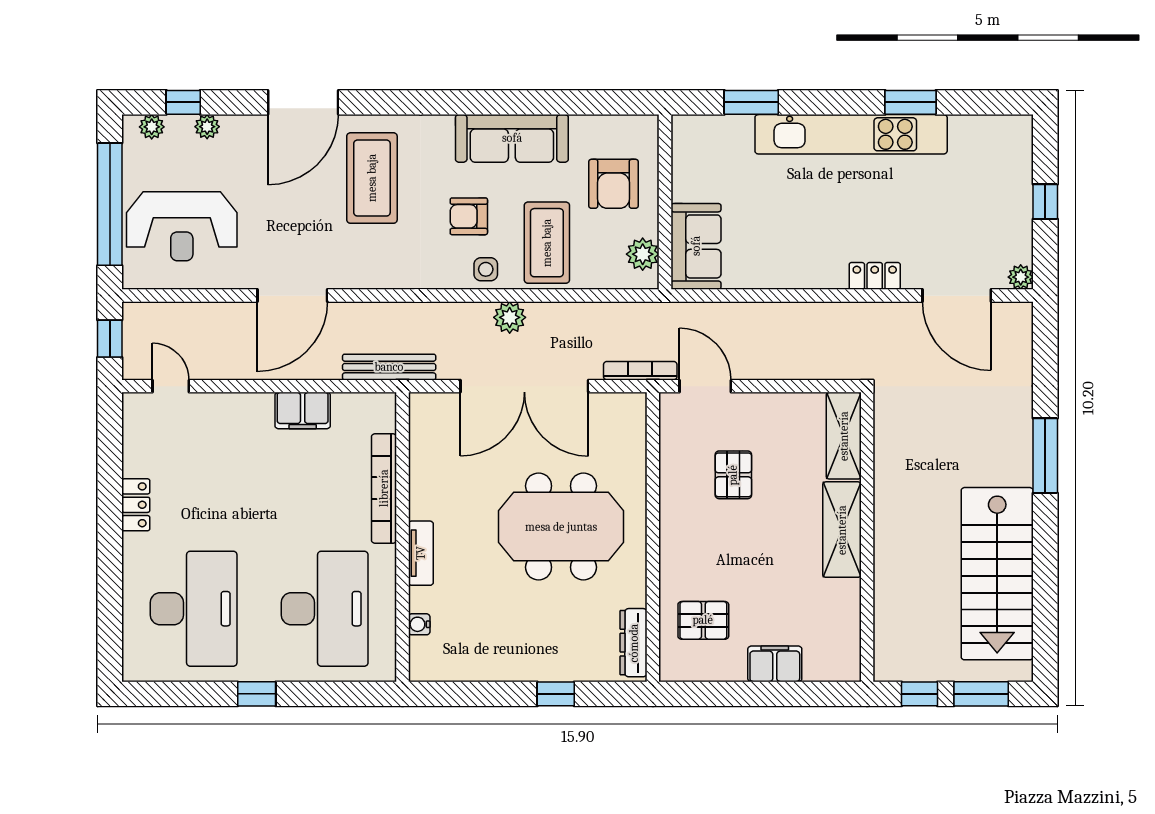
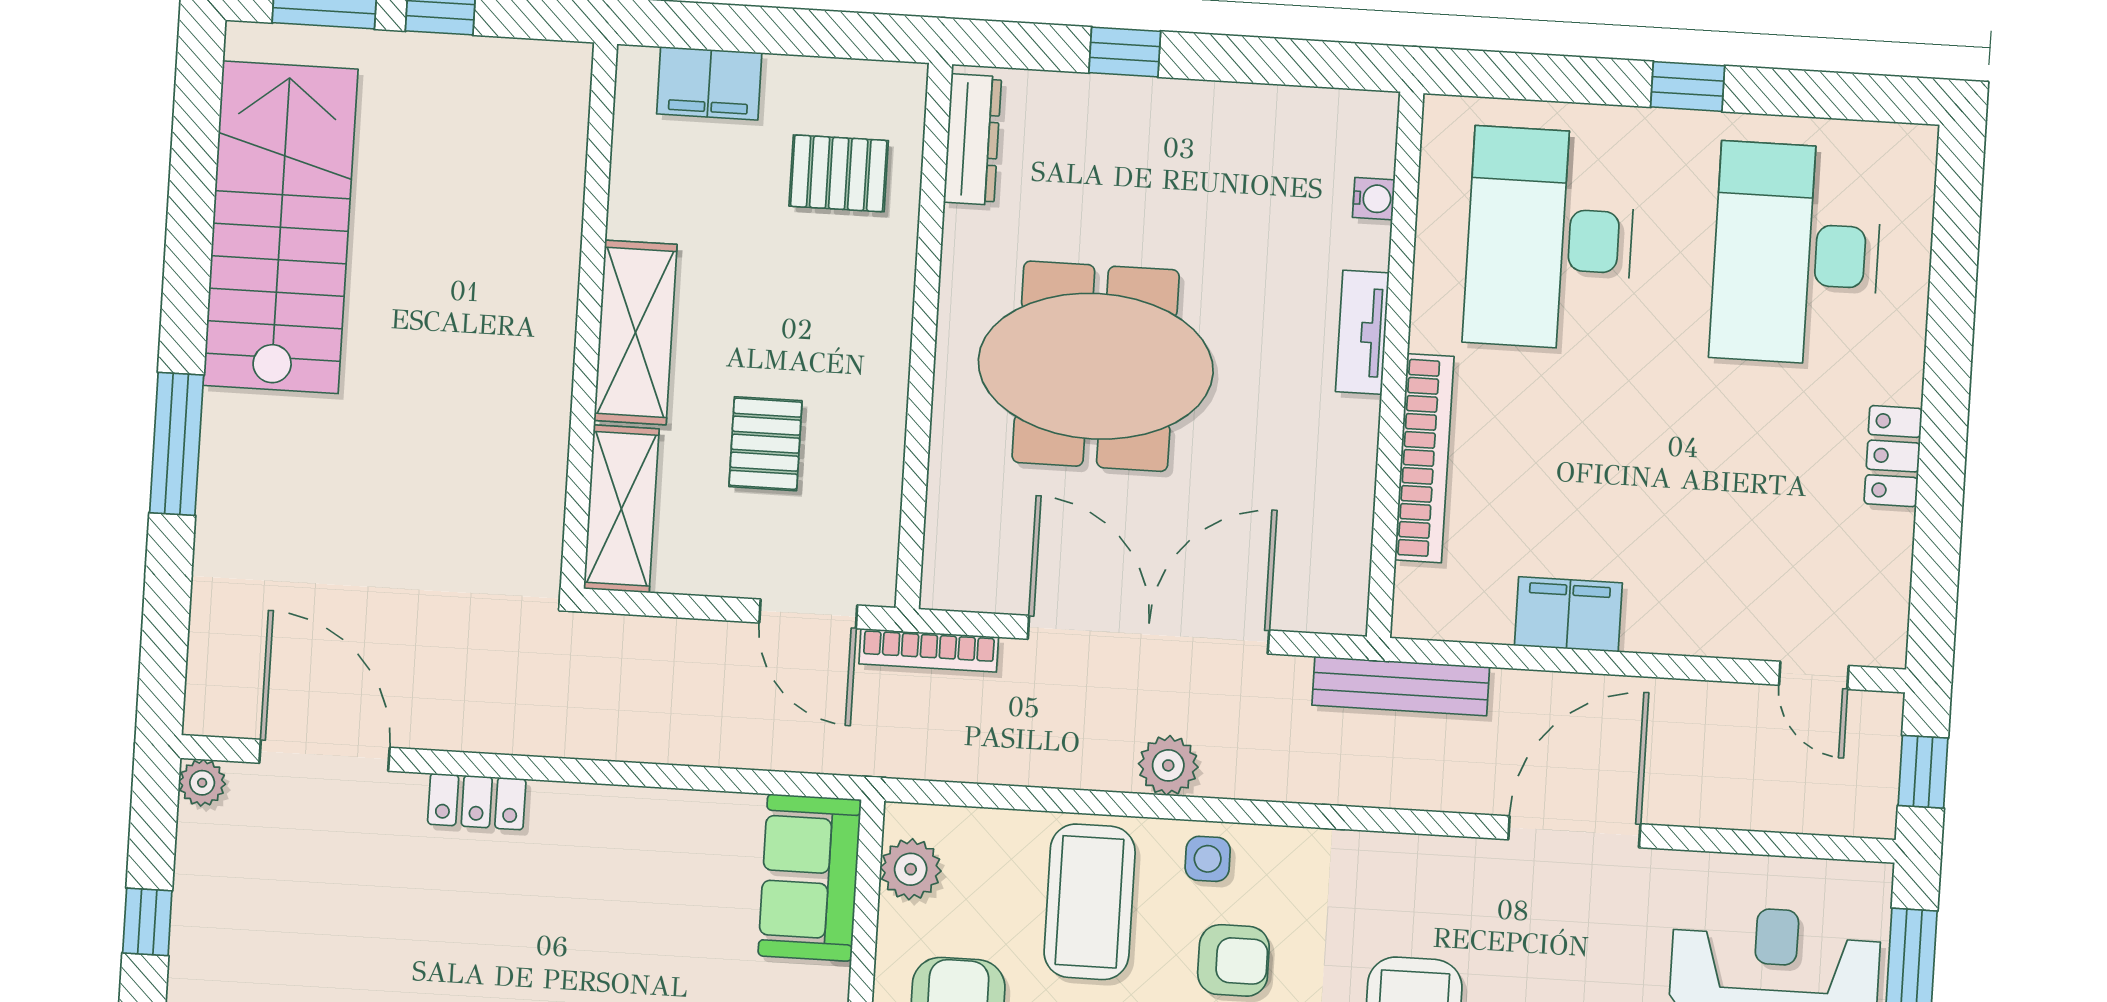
shelving: (844, 436) -> (621, 509), moved
shelving: (842, 530) -> (636, 332), moved
wall: (867, 537) -> (589, 316), moved

